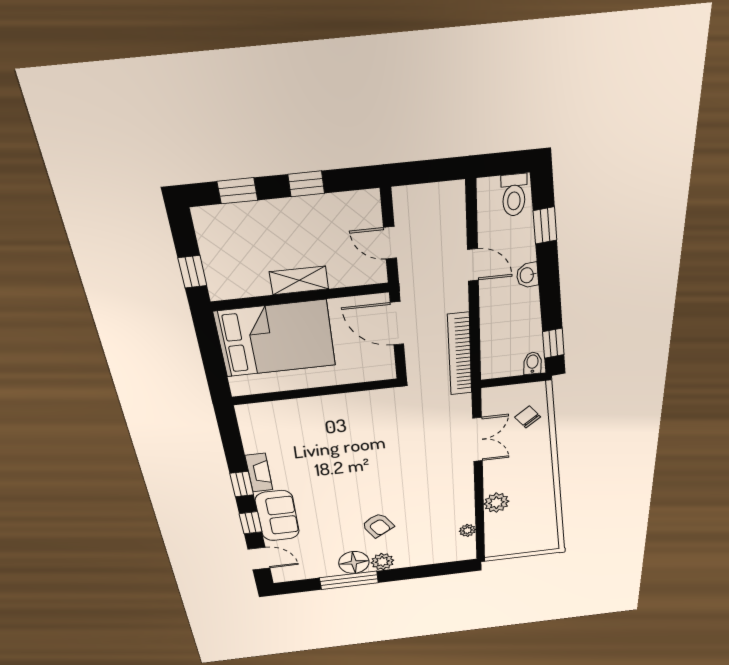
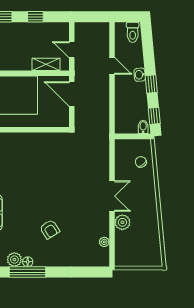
window: (545, 226) -> (151, 84), moved
shelving: (299, 280) -> (46, 64), moved
bookcase: (460, 354) -> (104, 116), removed
double door: (478, 440) -> (112, 196), moved
floor lamp: (354, 562) -> (28, 262), width x0.53, depth x0.53
plant: (382, 562) -> (14, 260), moved

